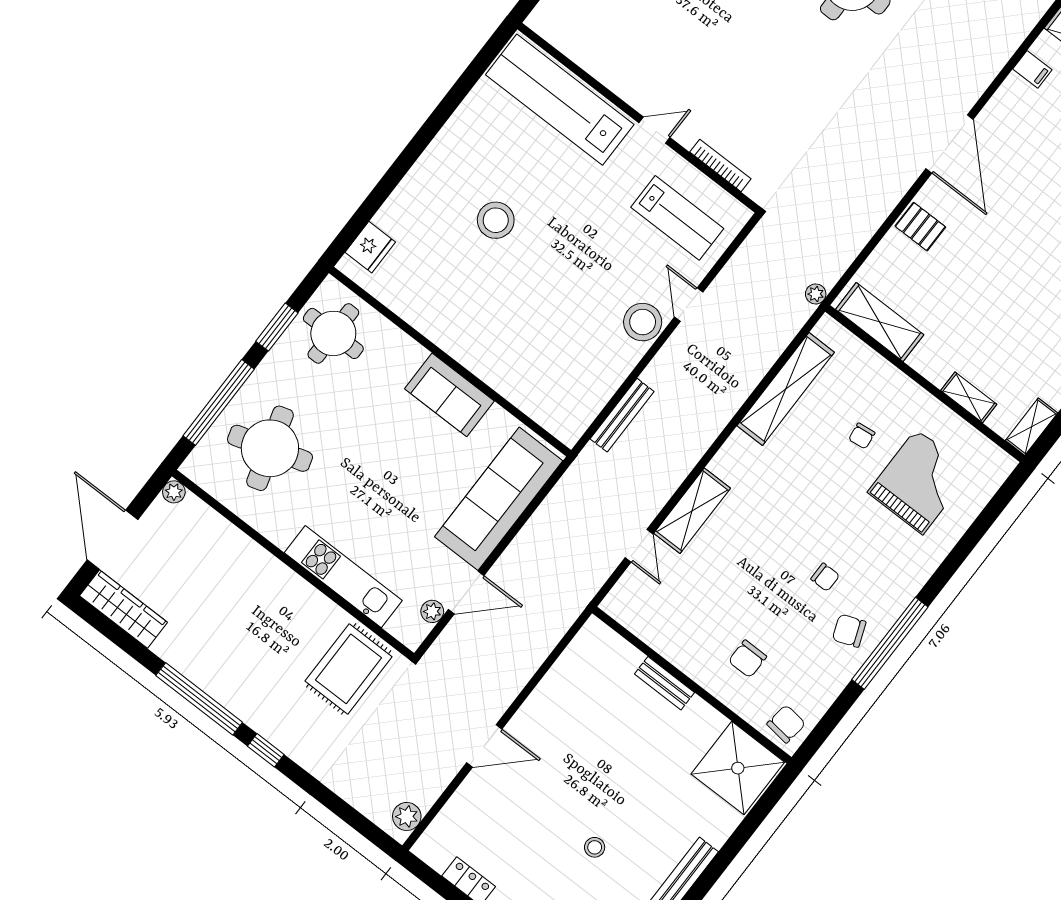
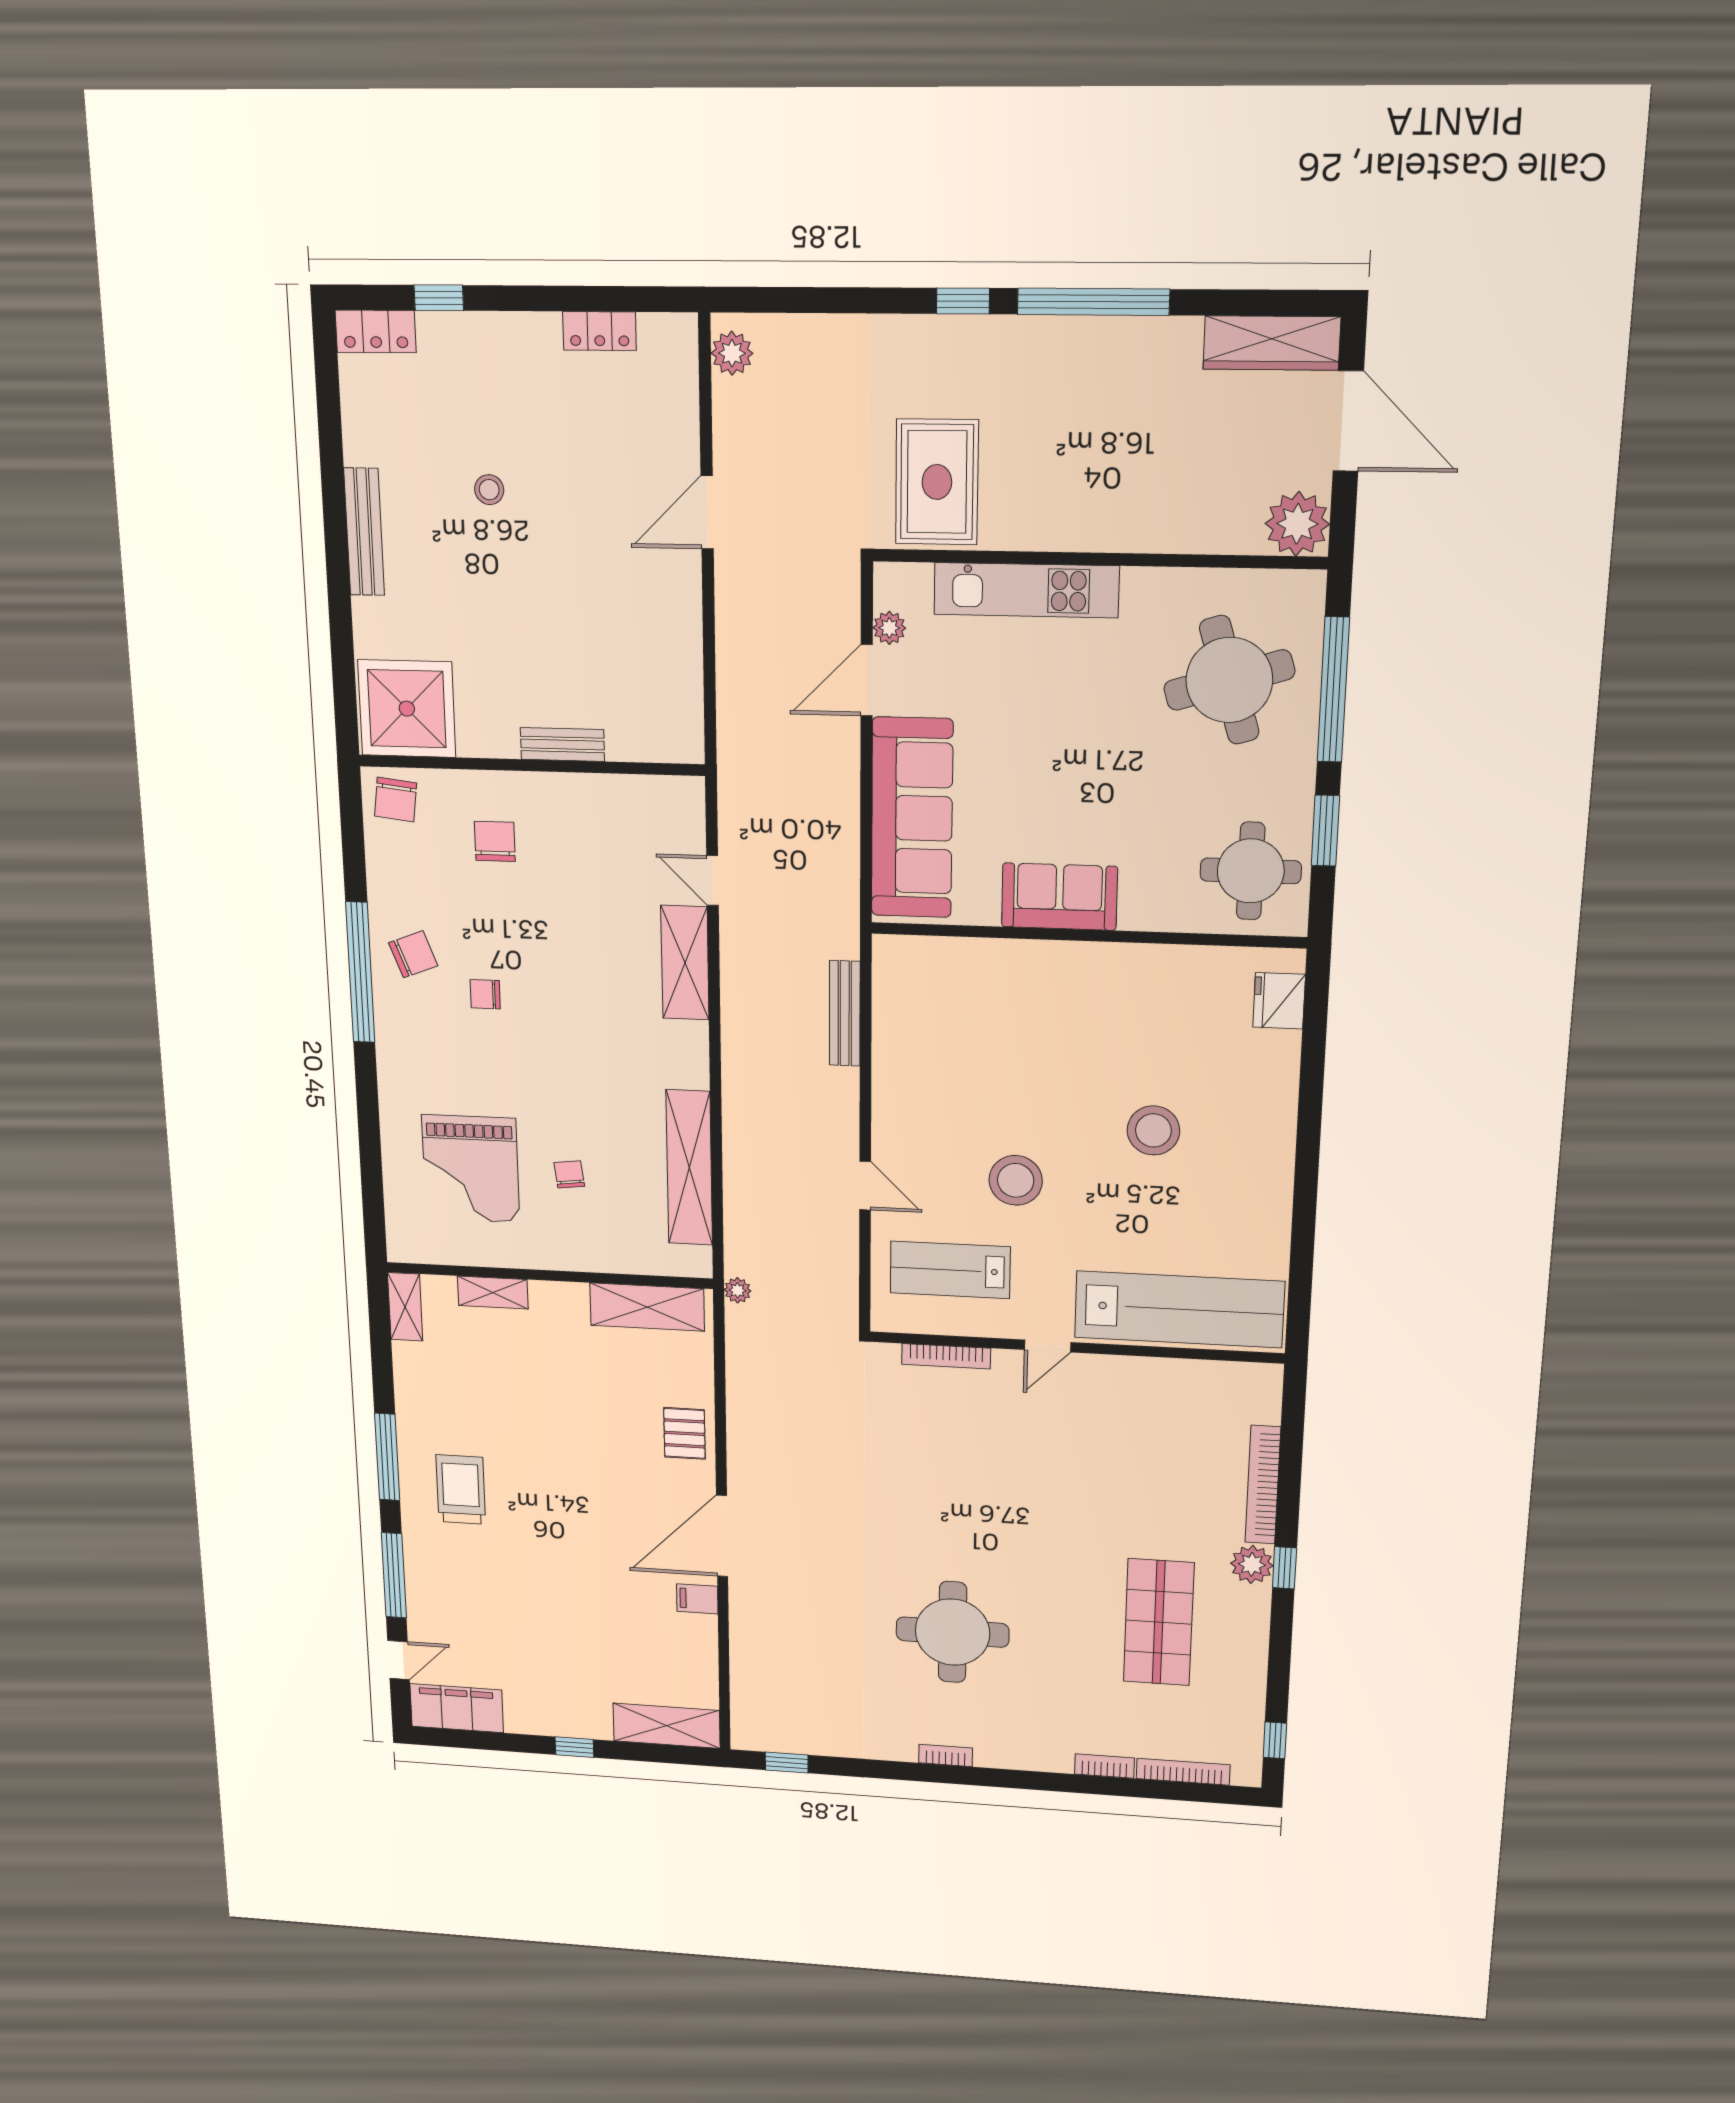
filing cabinet: (1032, 69) -> (697, 1599), moved
door: (950, 144) -> (722, 1536), hinge flipped
pallet: (920, 227) -> (684, 1433), turned 90
stool: (643, 322) -> (1016, 1180), moved
plant: (174, 492) -> (1297, 524), width x1.87, depth x1.87

